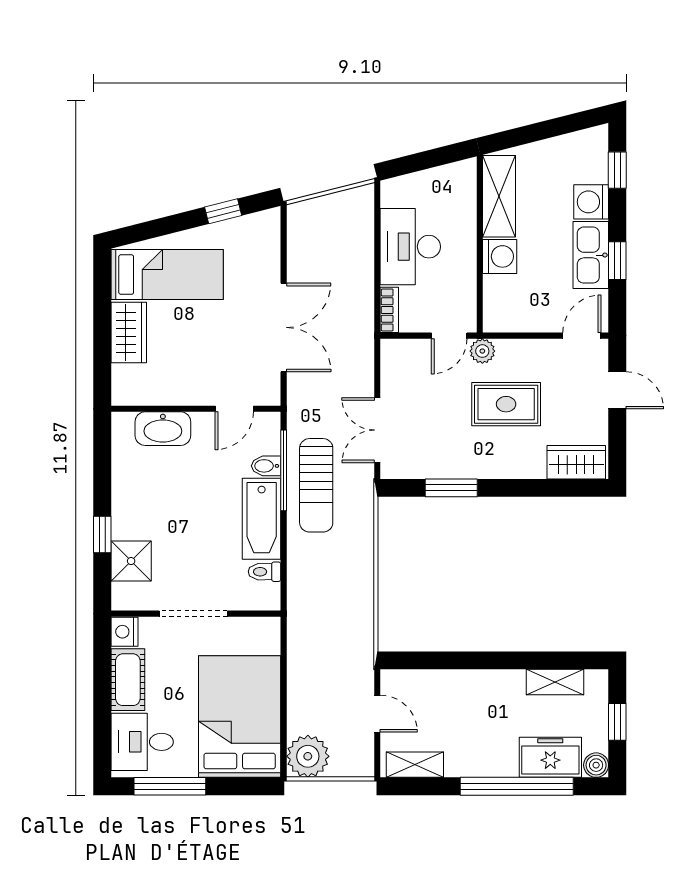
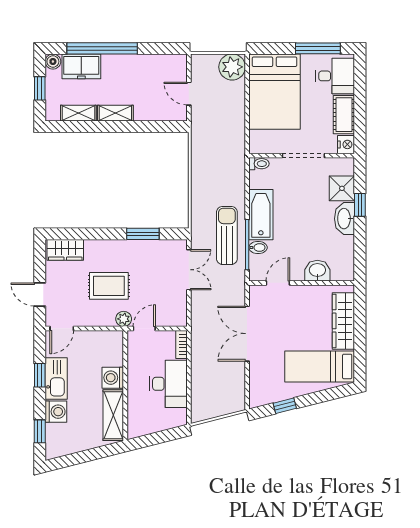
wardrobe: (129, 333) -> (343, 321), width x1.50
washbasin: (163, 429) -> (317, 271), width x0.72
washbasin: (127, 513) -> (345, 219), added
toilet: (265, 572) -> (259, 164), moved
shelving: (415, 765) -> (115, 113), moved

